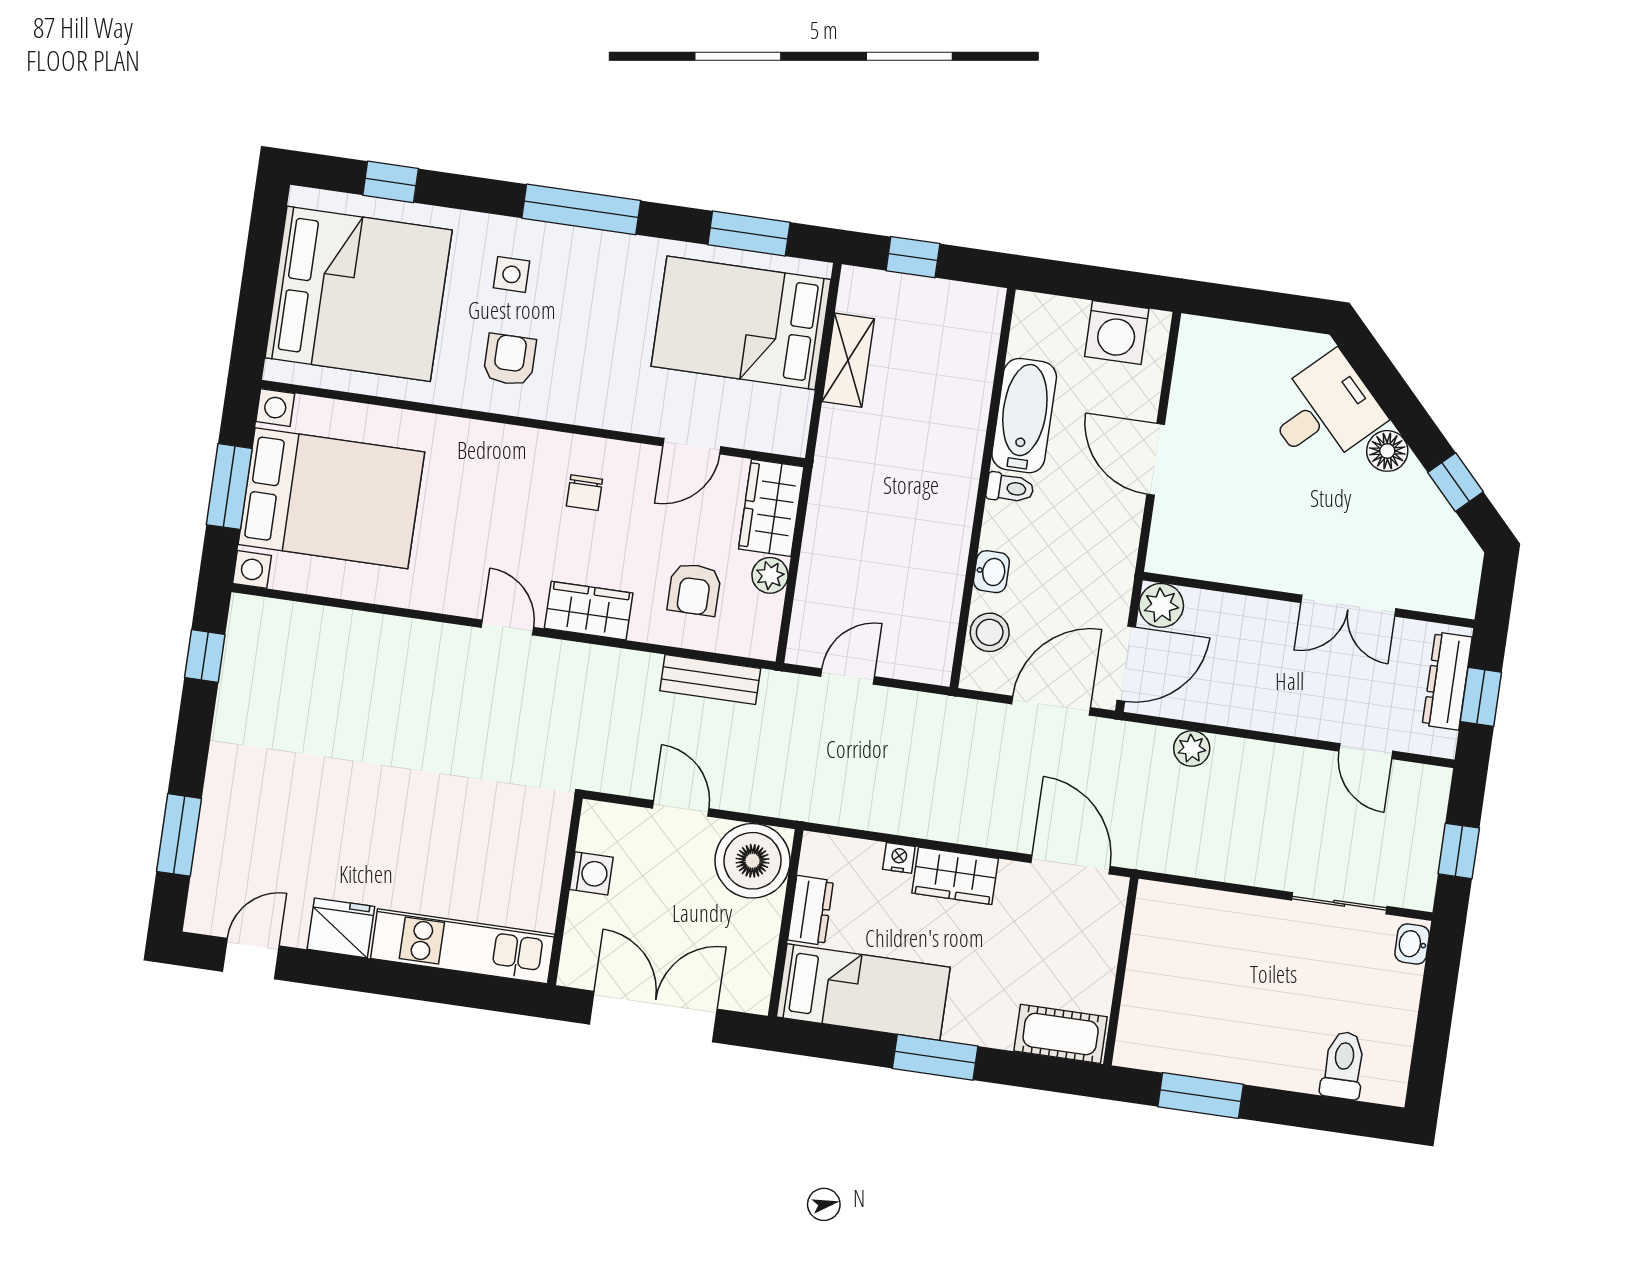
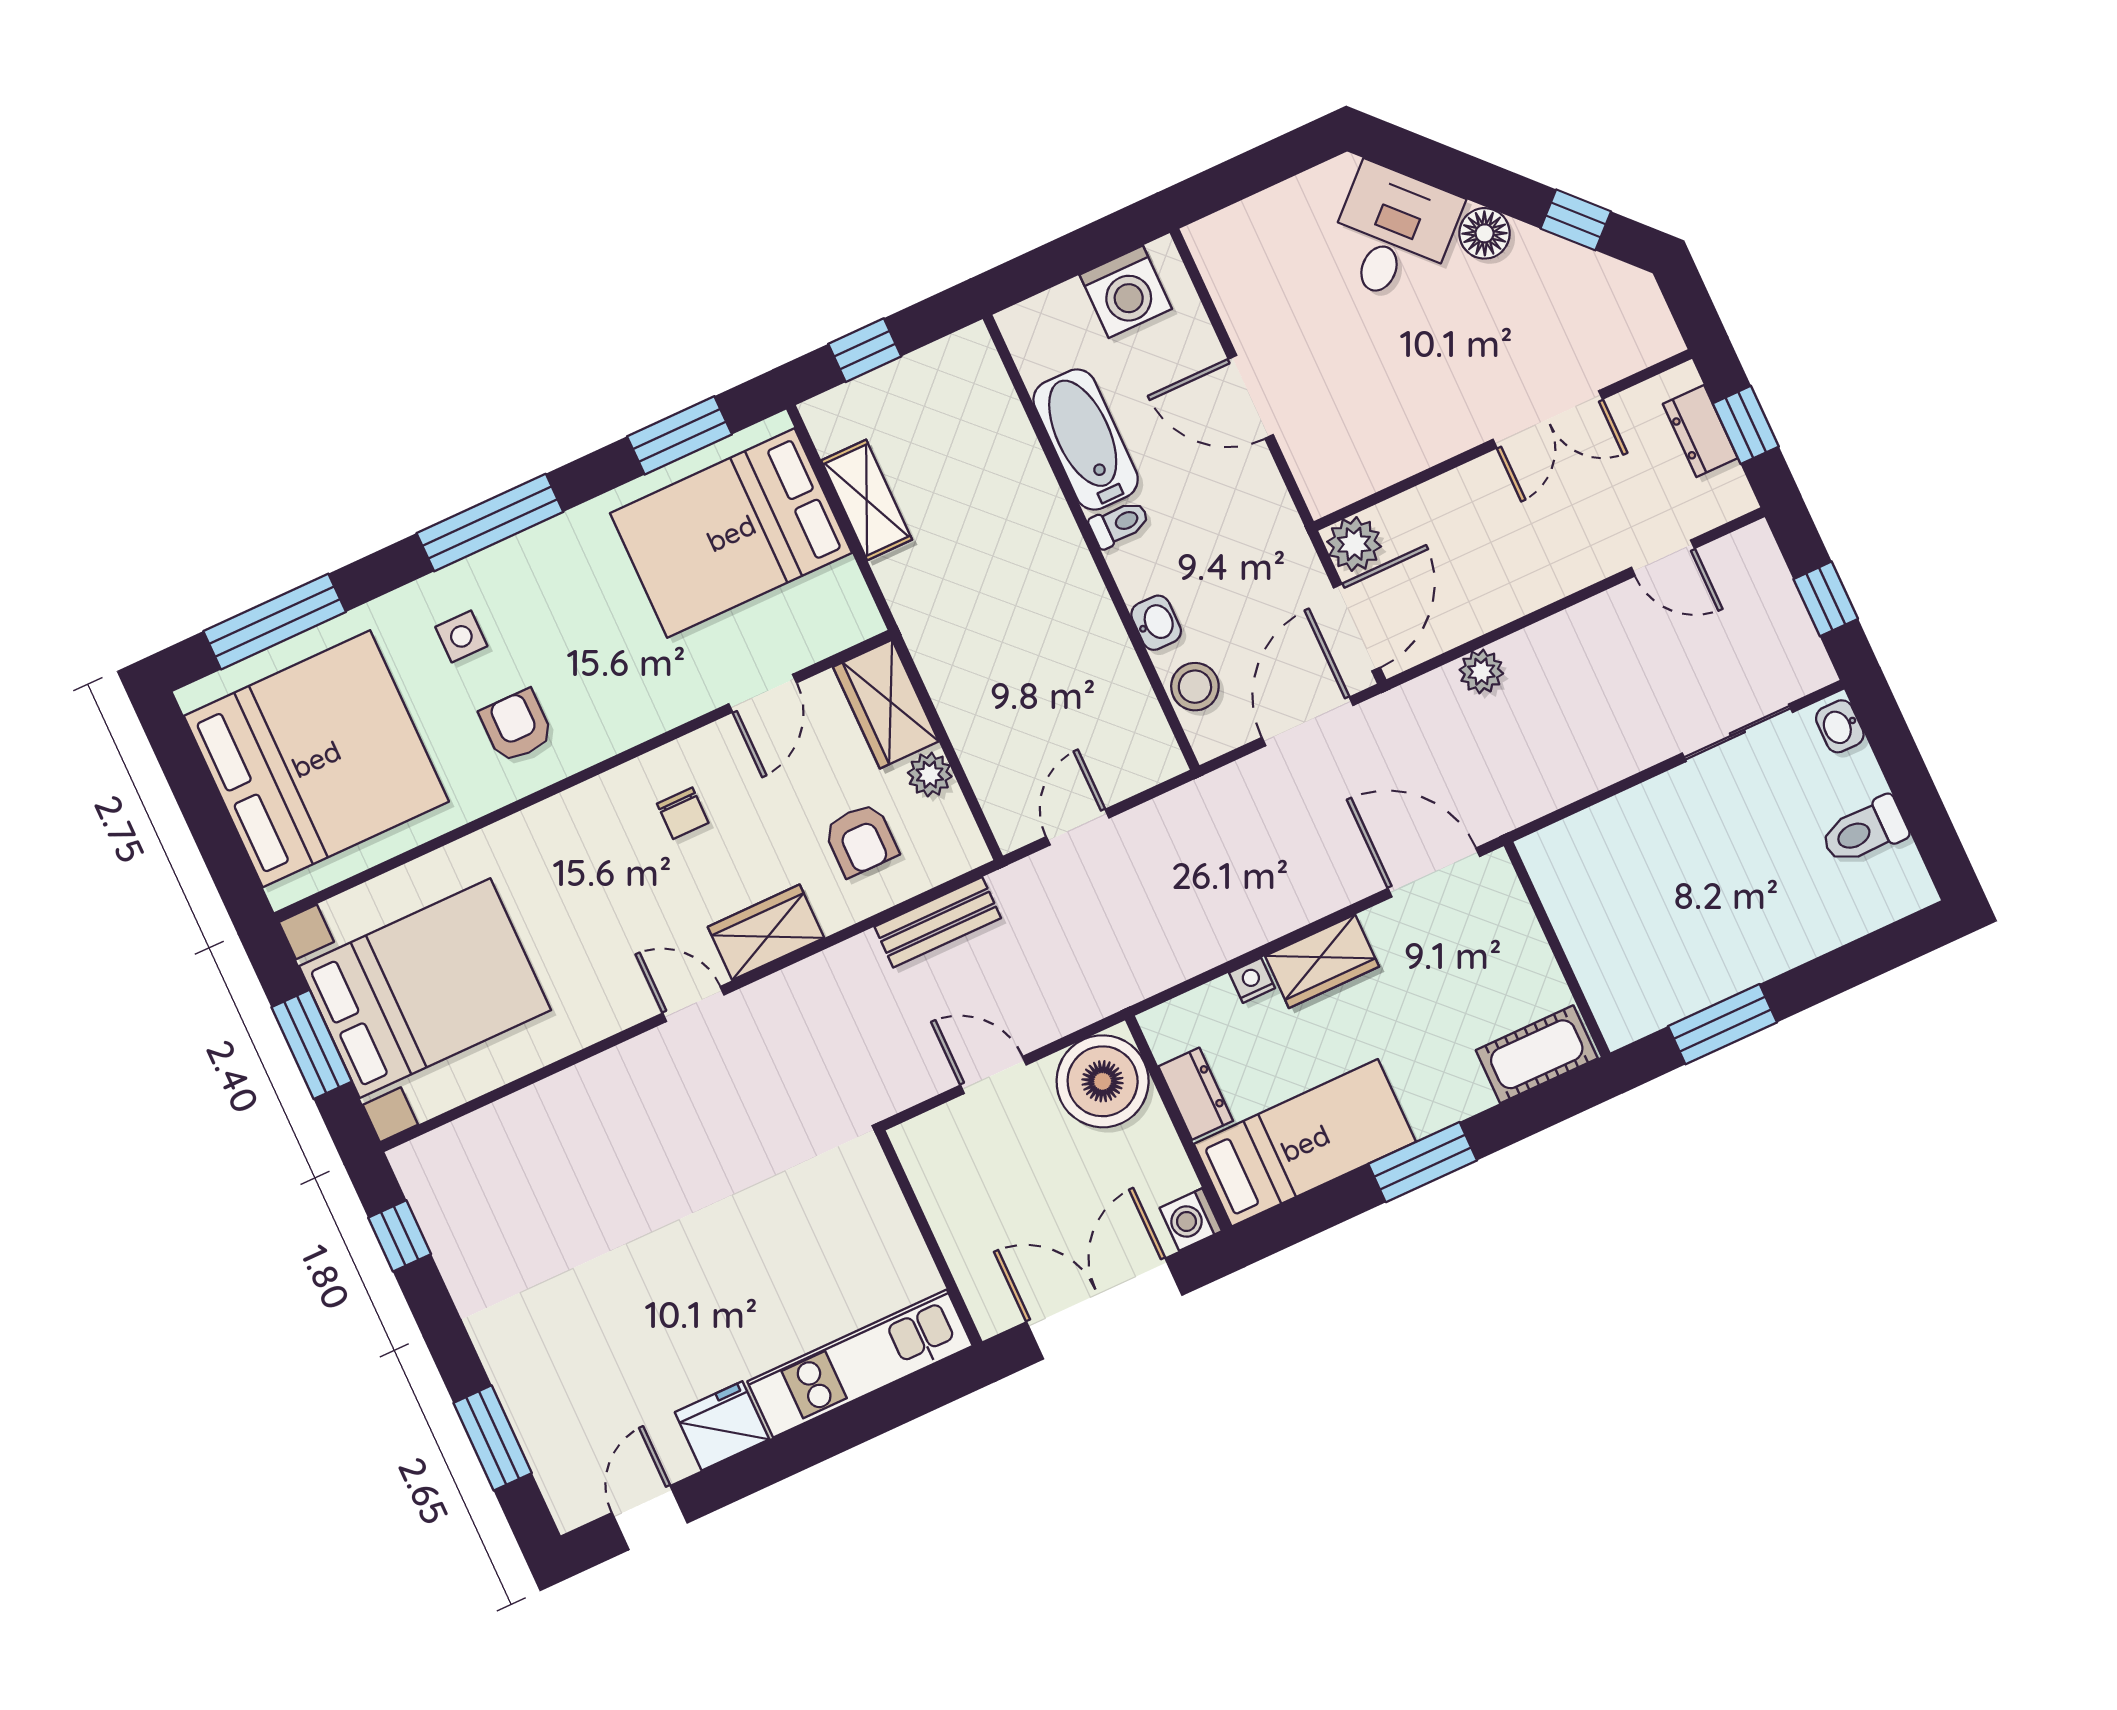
window: (391, 182) -> (275, 622), width x2.17
dresser: (1447, 681) -> (1700, 431), width x0.70
washing machine: (591, 873) -> (1191, 1220), moved, turned 180
toilet: (1343, 1065) -> (1864, 831), moved, turned -90

